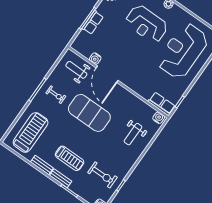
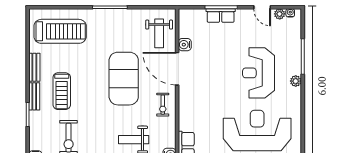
weight bench: (76, 70) -> (159, 33), turned 180
door: (107, 74) -> (177, 69), hinge flipped
exercise bike: (56, 95) -> (163, 105), moved

